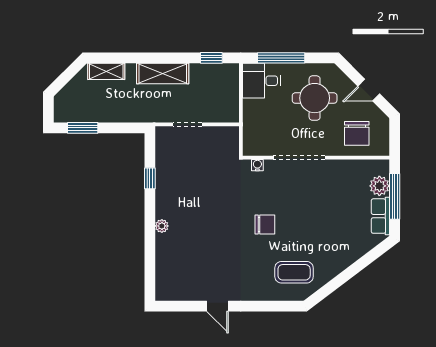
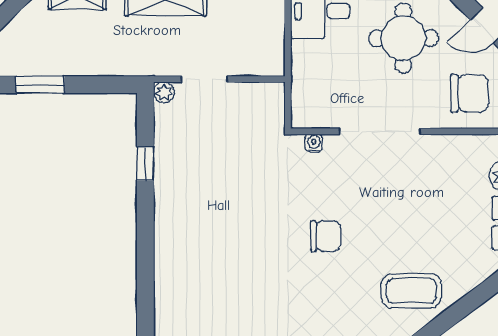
chair: (357, 133) -> (469, 93), turned -90
plant: (162, 226) -> (164, 92), moved
coffee table: (294, 272) -> (411, 291), moved

